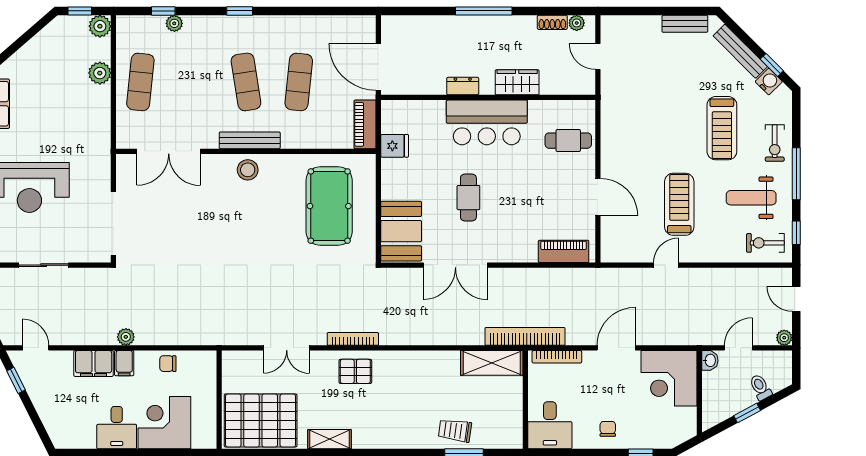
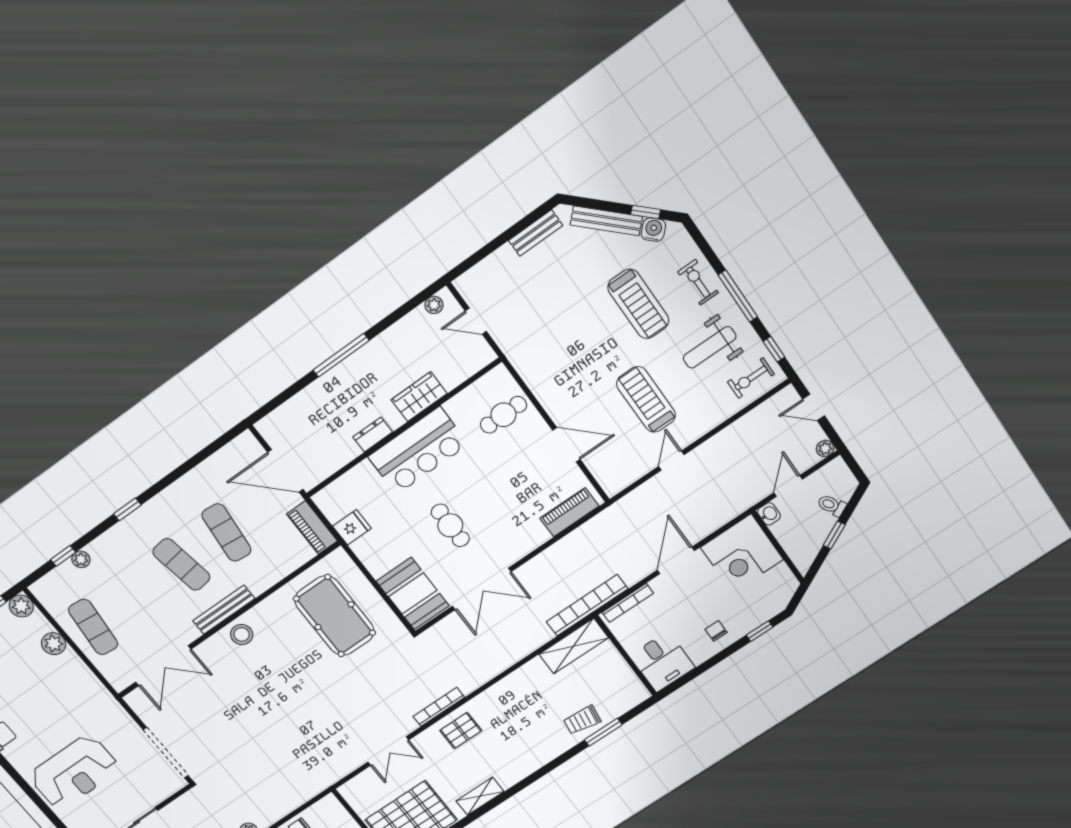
shoe rack: (552, 22) -> (411, 320), removed
exercise bike: (775, 143) -> (698, 282), turned 180

